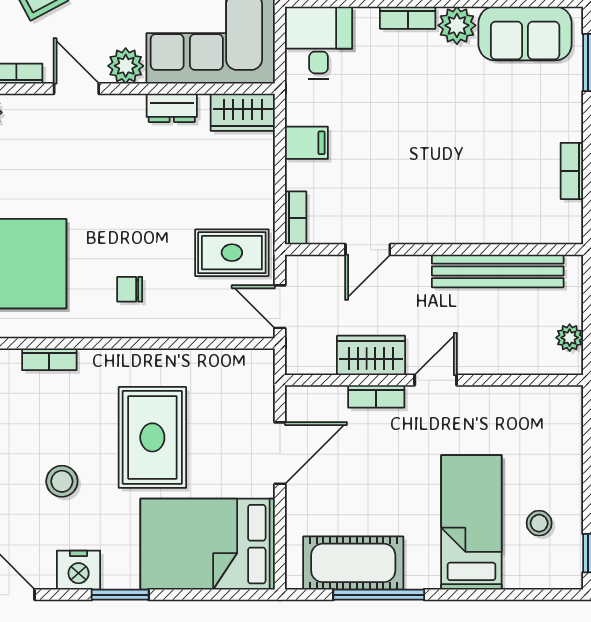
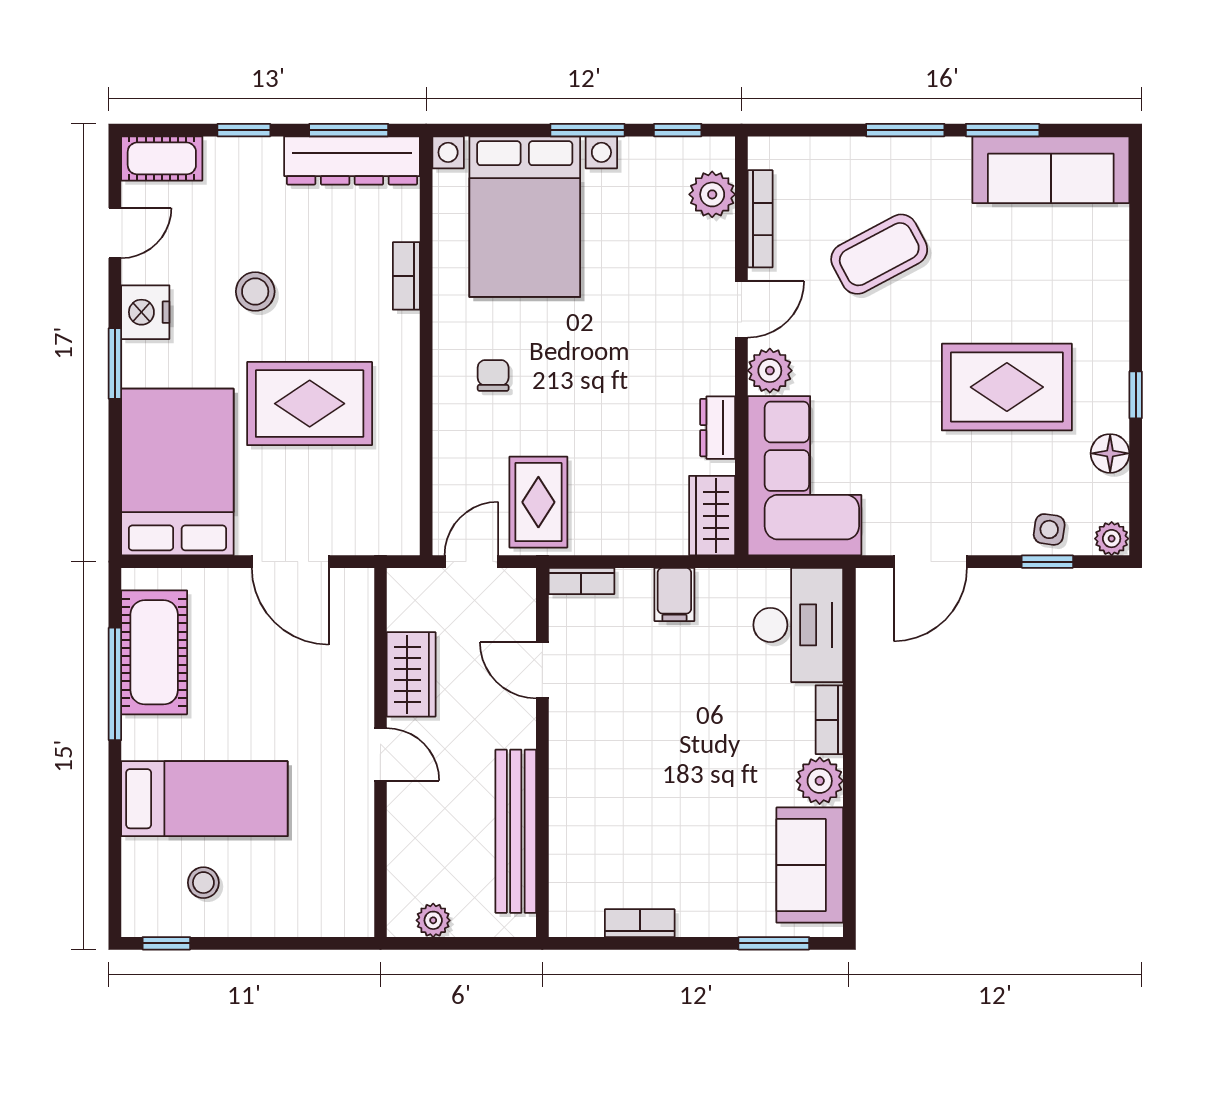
desk: (319, 43) -> (798, 625), width x1.37
bookcase: (376, 396) -> (360, 681), removed

